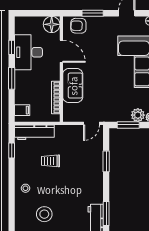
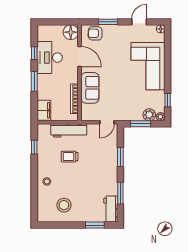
filing cabinet: (22, 110) -> (44, 110), width x2.00
workbench: (34, 132) -> (69, 130), moved
window: (106, 214) -> (120, 193), moved

